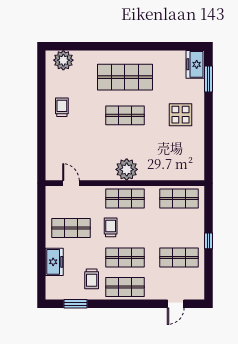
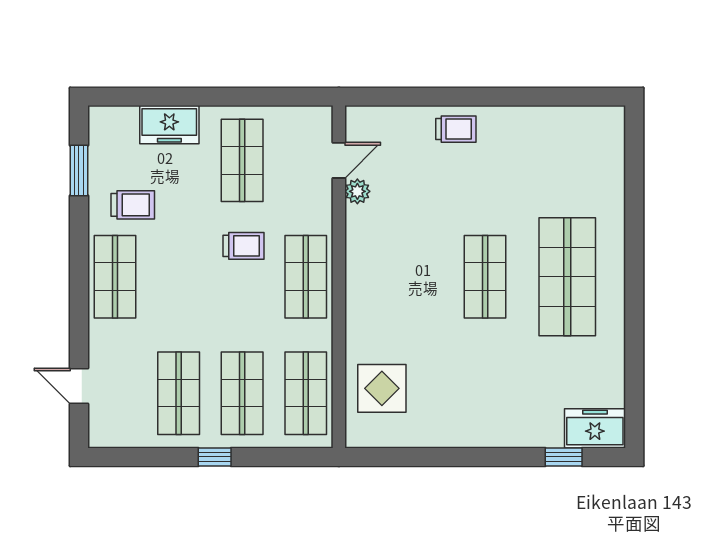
plant: (63, 60) -> (604, 144), removed
window: (209, 79) -> (564, 457), width x0.67
trolley: (62, 107) -> (456, 129), moved
display table: (180, 115) -> (382, 388), moved
plant: (127, 169) -> (357, 191), moved, width x0.53, depth x0.53
shop shelf: (125, 258) -> (242, 393), moved
trolley: (92, 279) -> (133, 205), turned 180

